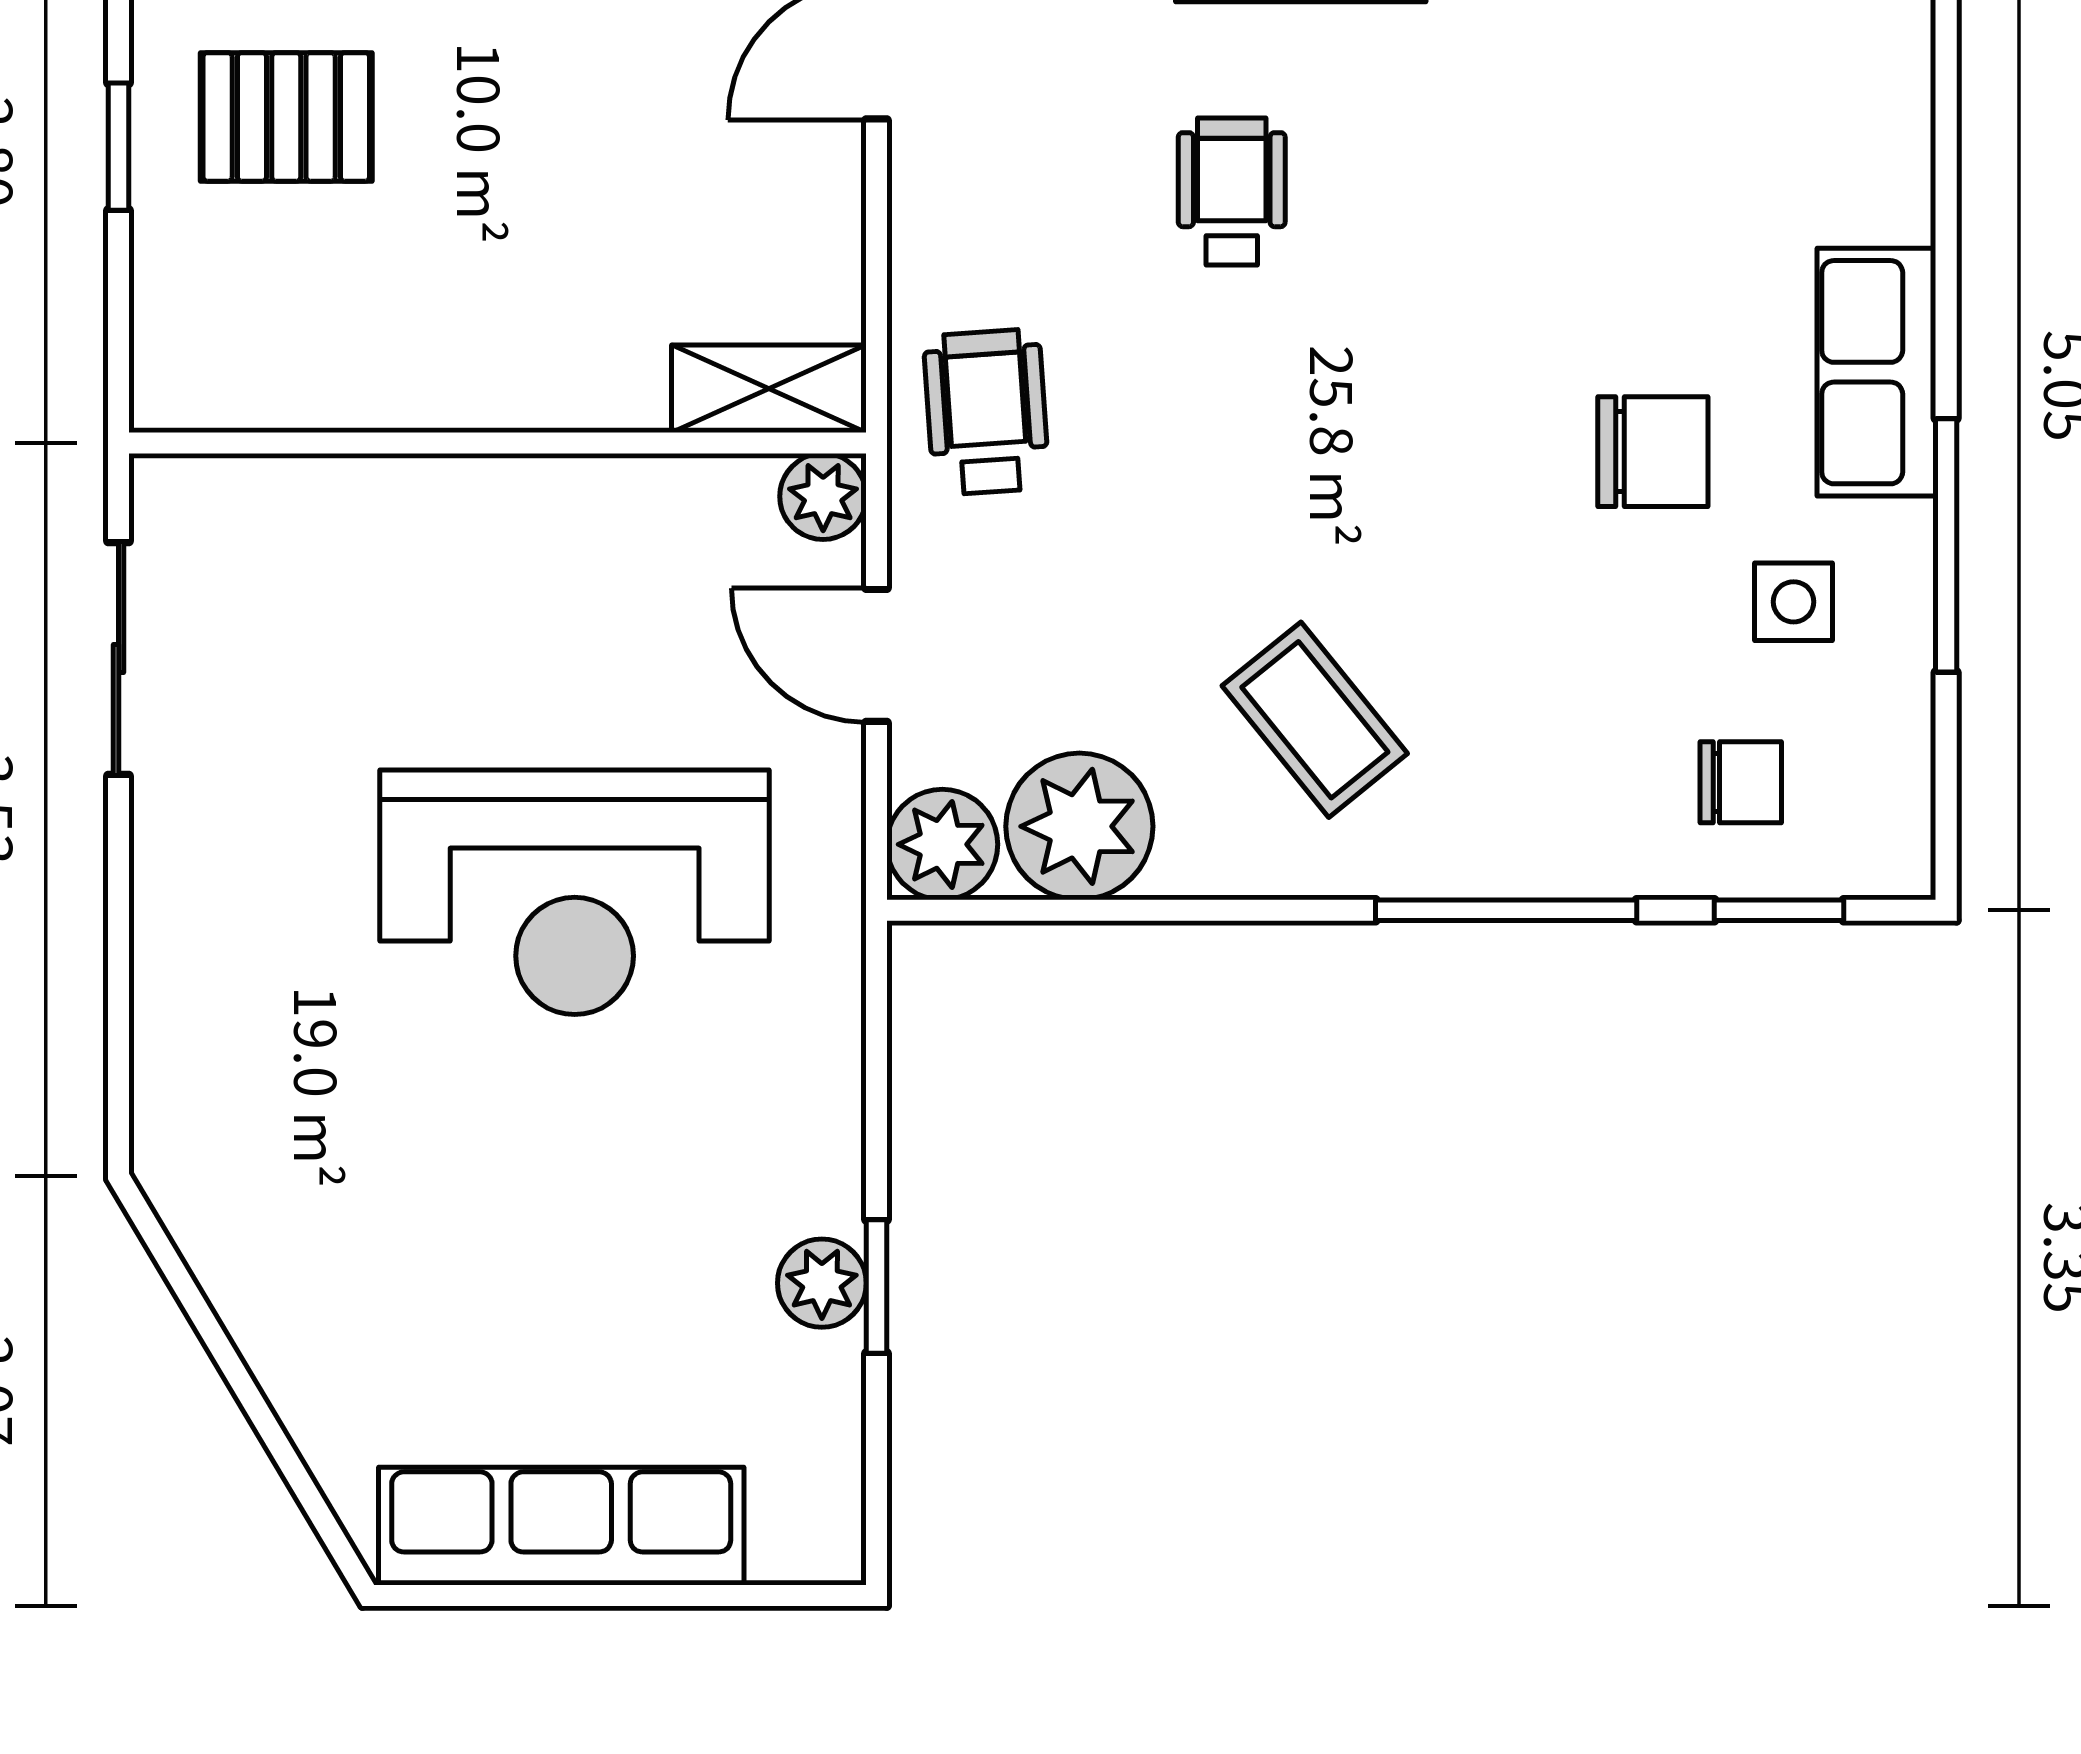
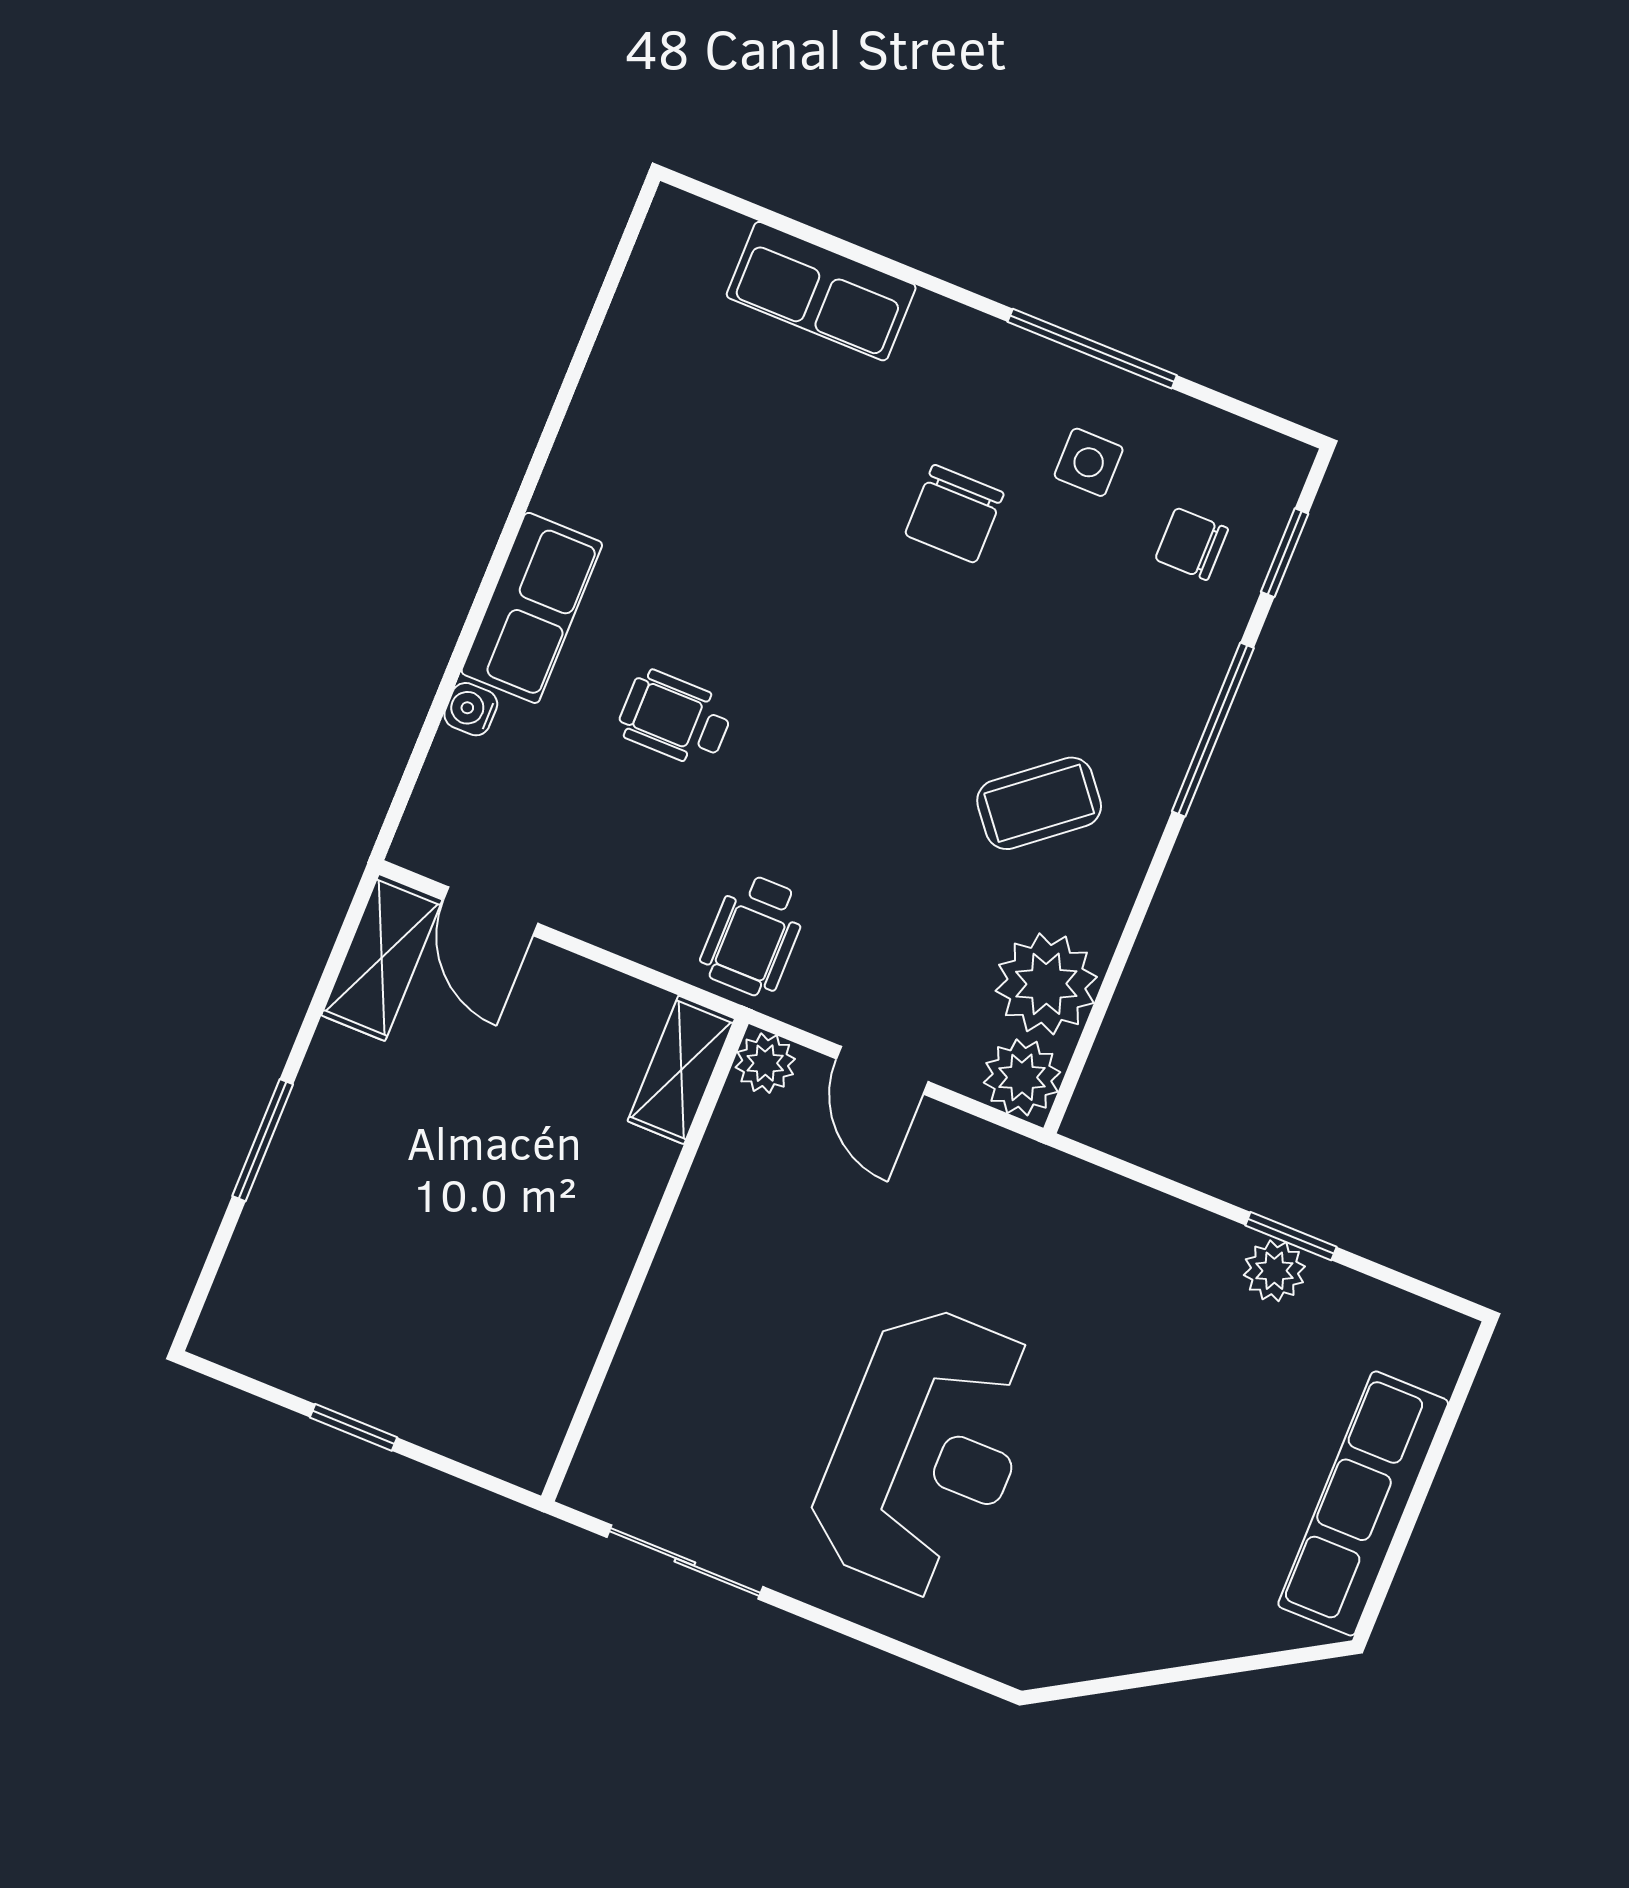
pallet: (286, 117) -> (378, 1311), removed
row of seats: (1876, 372) -> (821, 291), moved
wheelchair: (986, 412) -> (754, 935), turned -86
chair: (1653, 452) -> (954, 514), turned 180
door: (877, 655) -> (882, 1070), hinge flipped
chair: (1741, 782) -> (1192, 544), turned -90
reception desk: (575, 892) -> (927, 1452), moved

